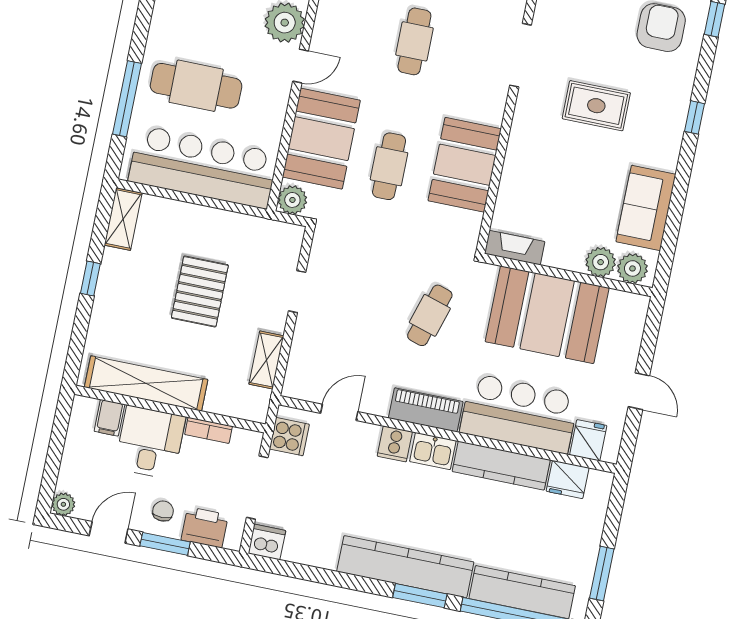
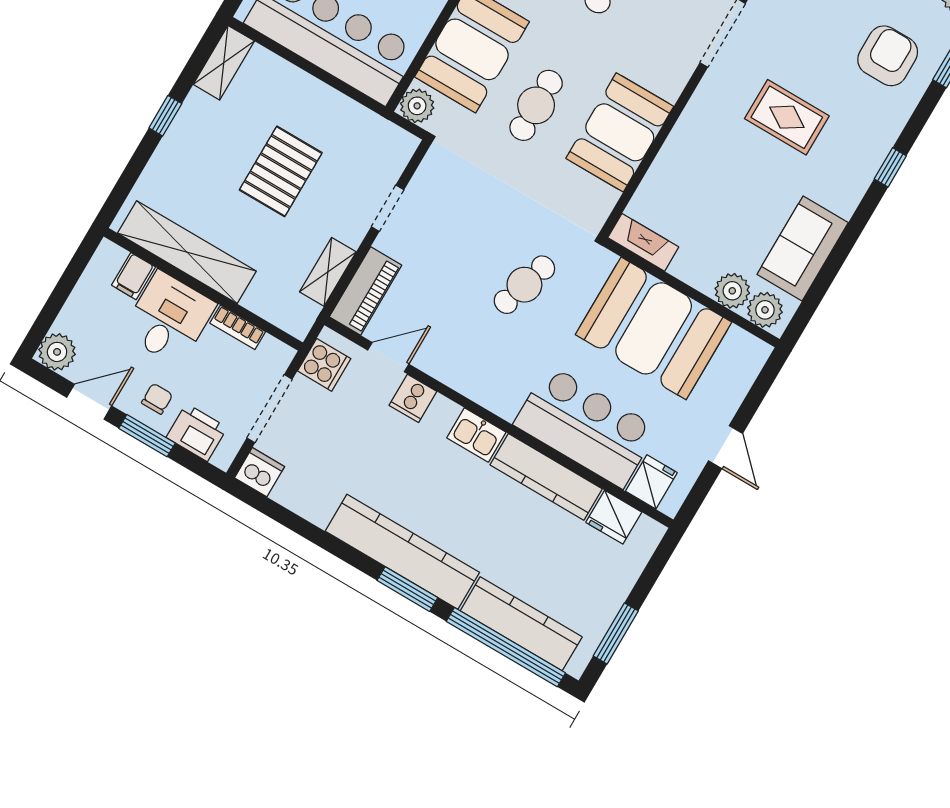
piano: (426, 410) -> (366, 291), moved, turned 90
cooker: (395, 444) -> (413, 398), moved
plant: (63, 504) -> (57, 352), width x1.38, depth x1.38

